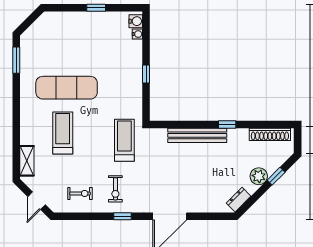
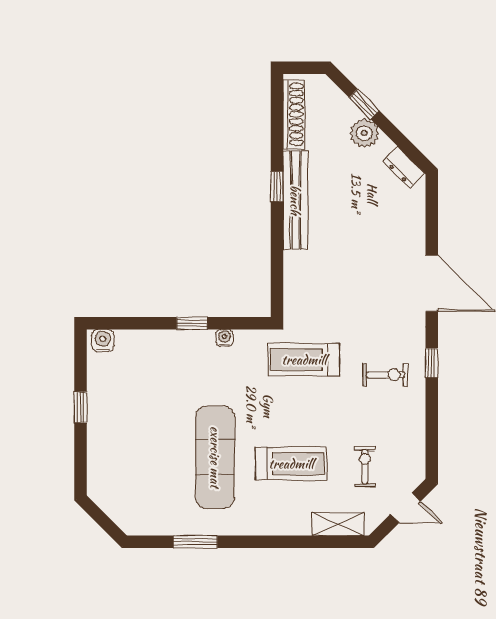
water cooler: (137, 34) -> (224, 338), moved
window: (16, 60) -> (195, 542), moved
treadmill: (63, 133) -> (291, 464), turned 180
bench: (197, 135) -> (295, 200), moved
exercise bike: (80, 193) -> (365, 467), moved

